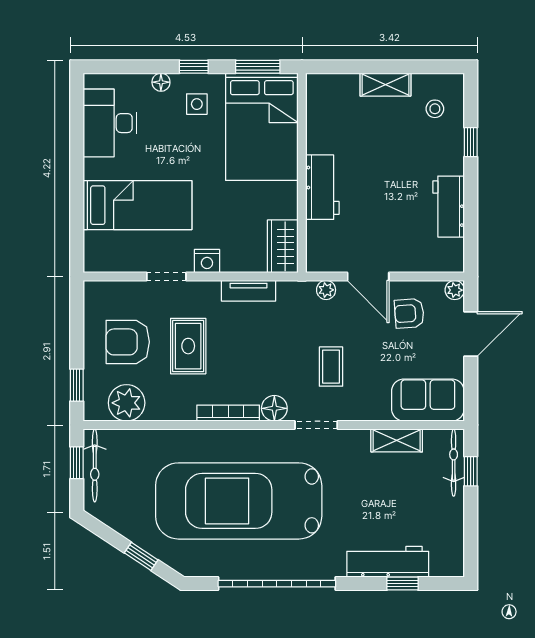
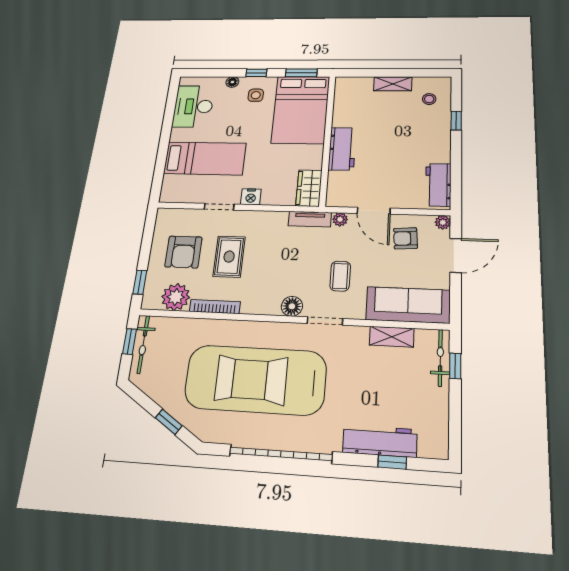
workbench: (449, 207) -> (438, 185), moved
tv unit: (248, 291) -> (310, 219), moved
armchair: (128, 342) -> (183, 252), turned -90
sofa: (428, 400) -> (408, 305), width x1.36
bookcase: (228, 413) -> (215, 307), moved

